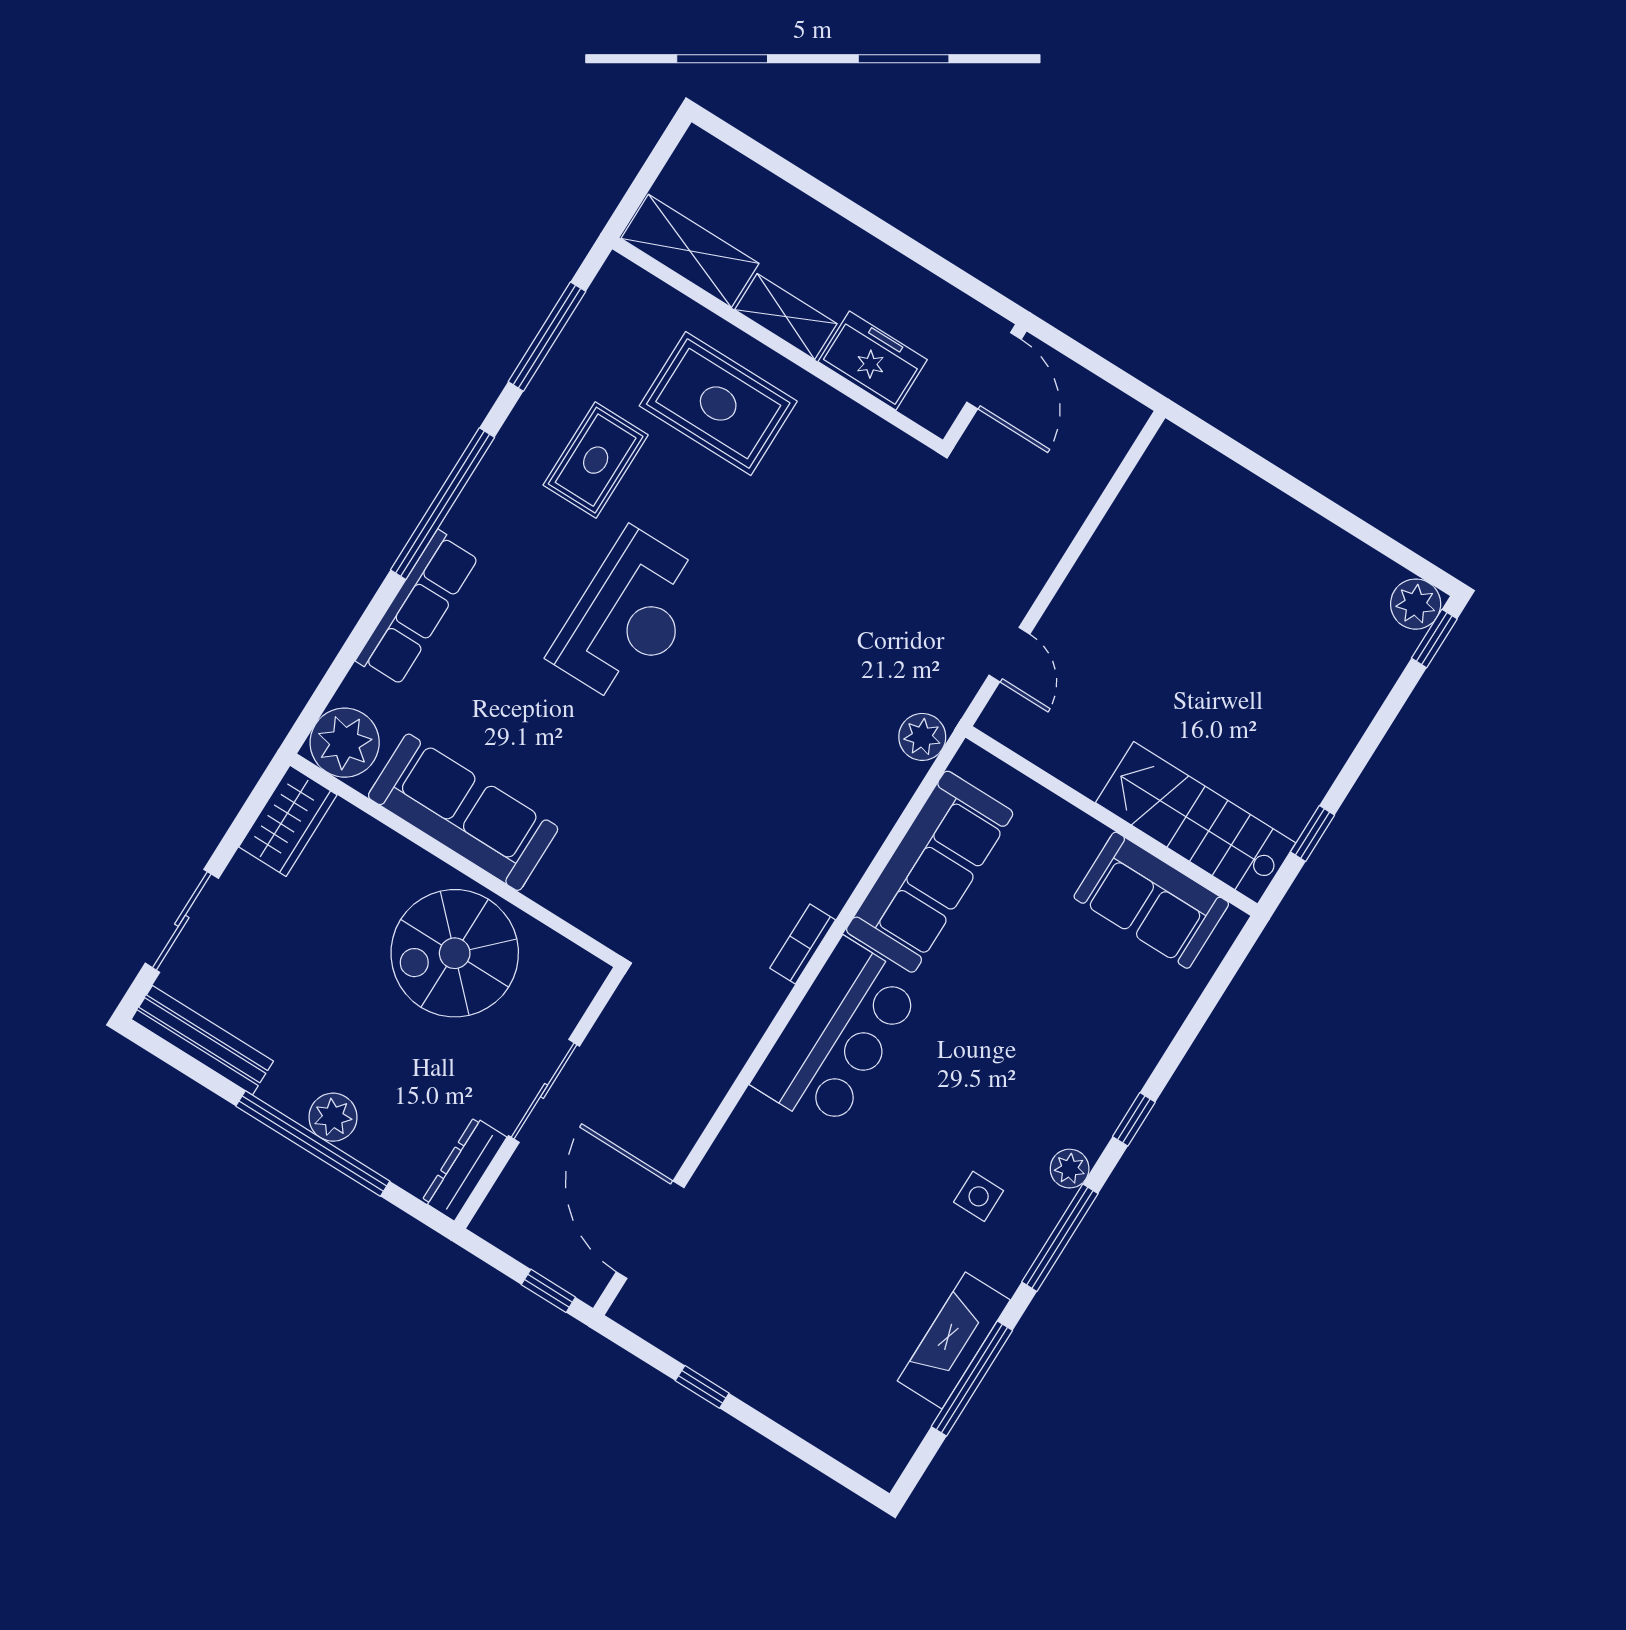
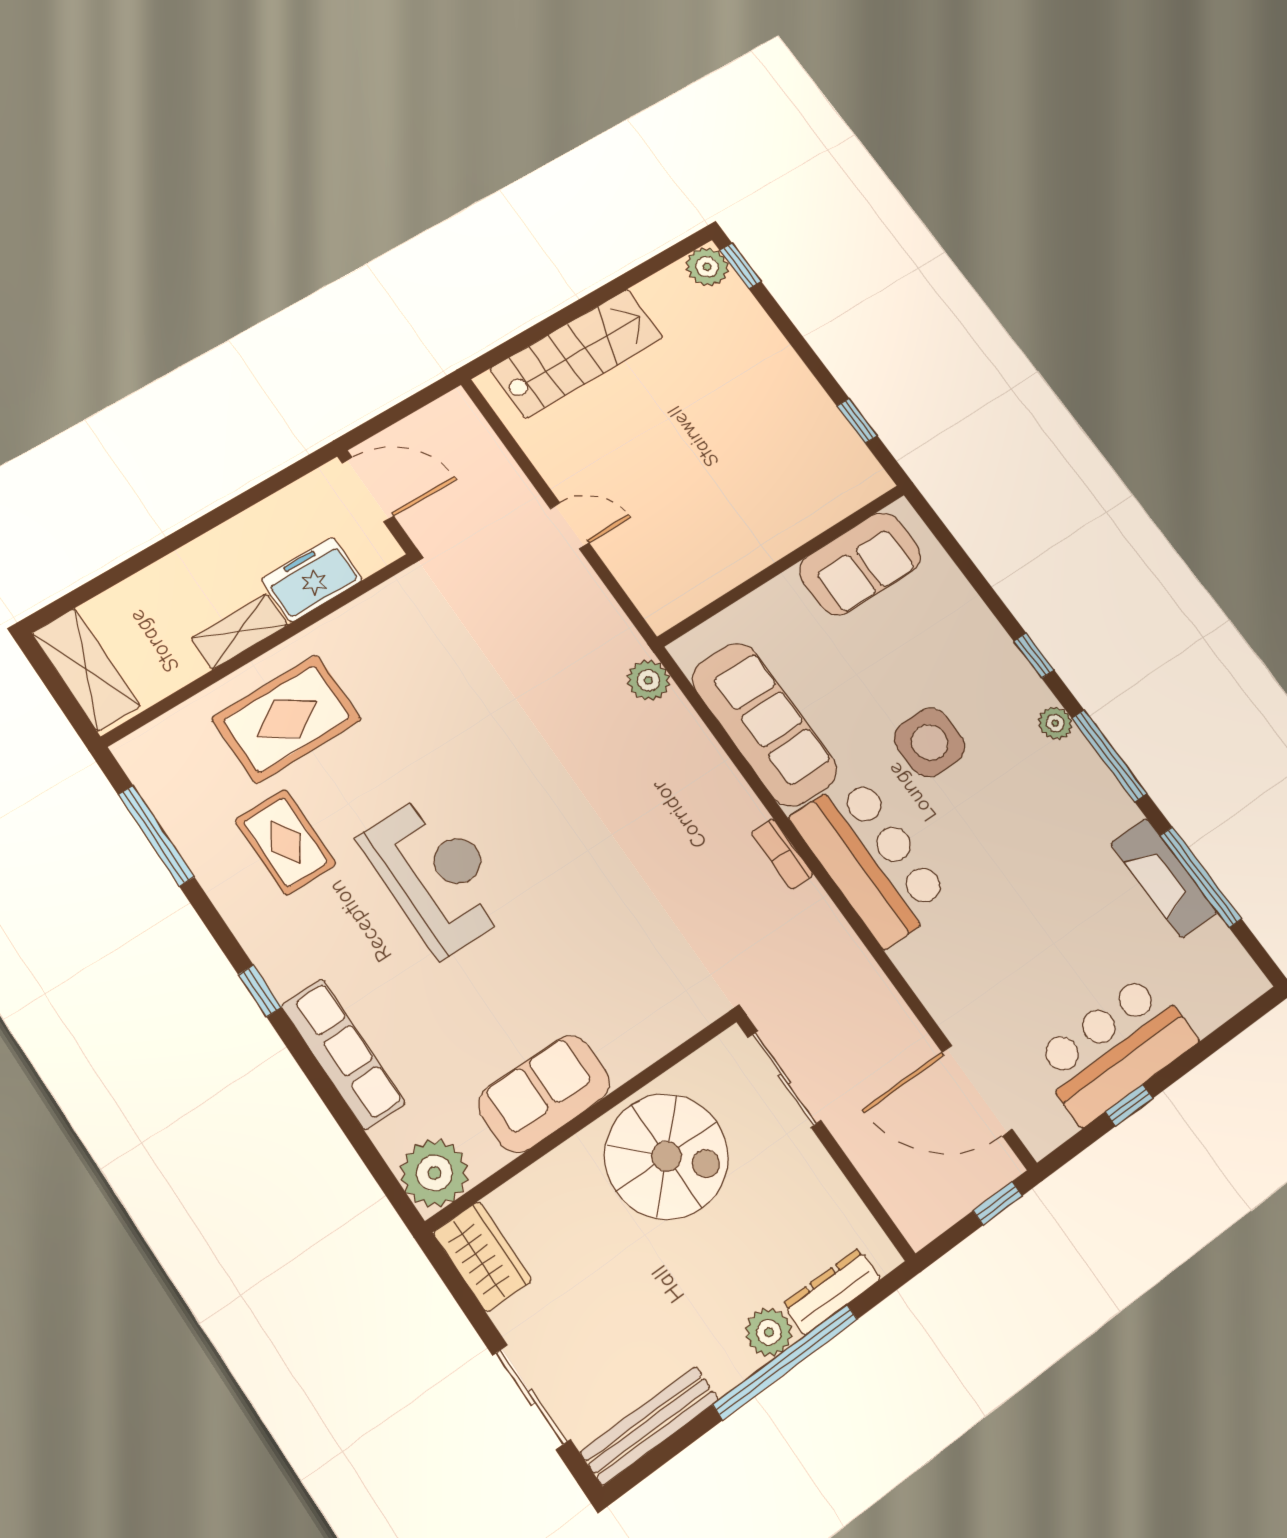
shelving: (690, 251) -> (86, 670), moved, turned 90
window: (443, 504) -> (260, 991), width x0.32
door: (1009, 655) -> (570, 526), moved
sofa: (463, 812) -> (544, 1094), width x0.73
stairs: (1196, 823) -> (577, 353), moved, turned 180
spiral stairs: (455, 953) -> (666, 1156), turned -90
sliding door: (544, 1091) -> (784, 1079), moved
dresser: (464, 1169) -> (832, 1291), moved, turned 90
side table: (979, 1196) -> (930, 742), moved, width x1.87, depth x1.87
bar counter: (753, 1353) -> (1115, 1049), added

